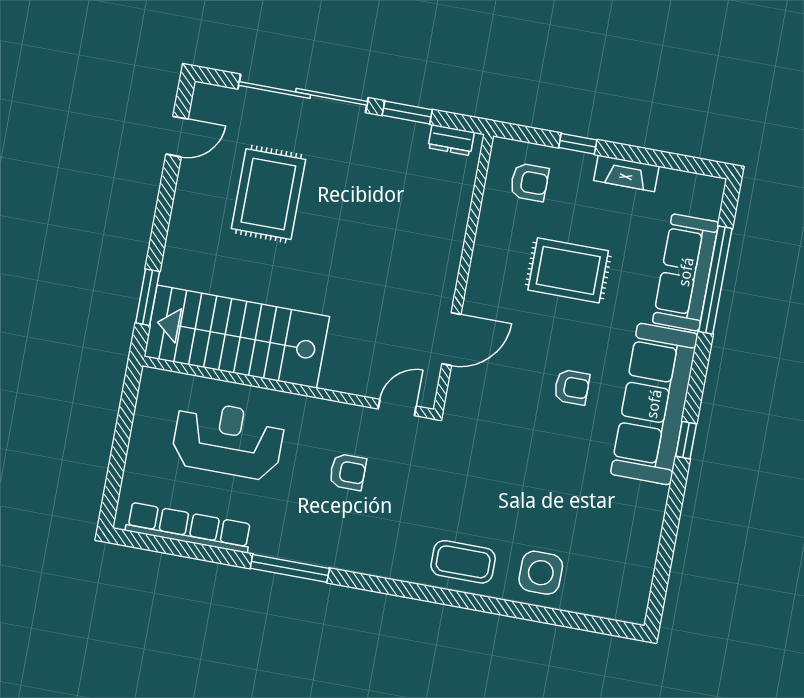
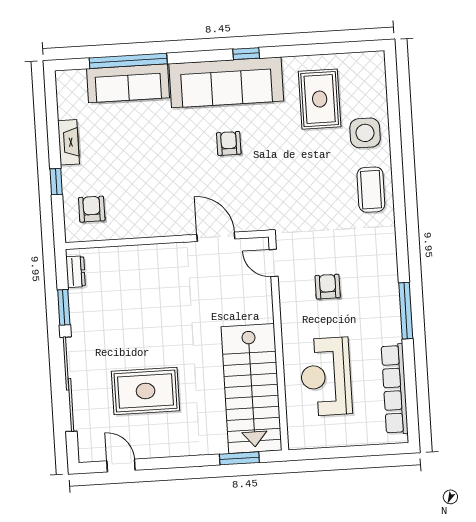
rug: (568, 270) -> (320, 99), moved

